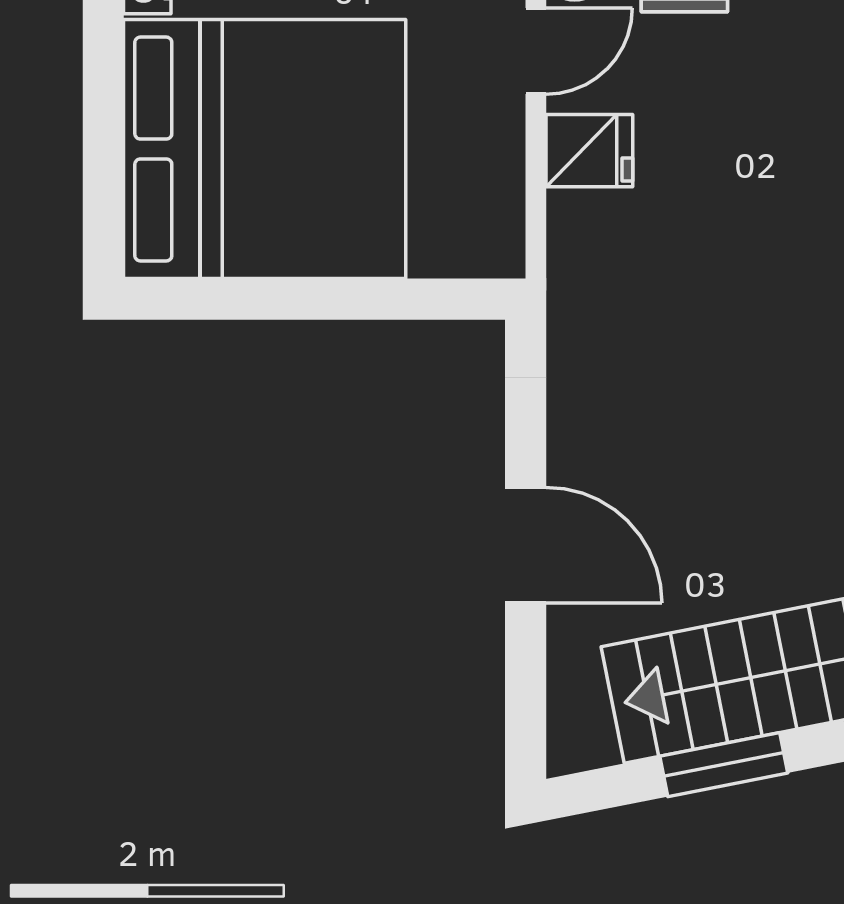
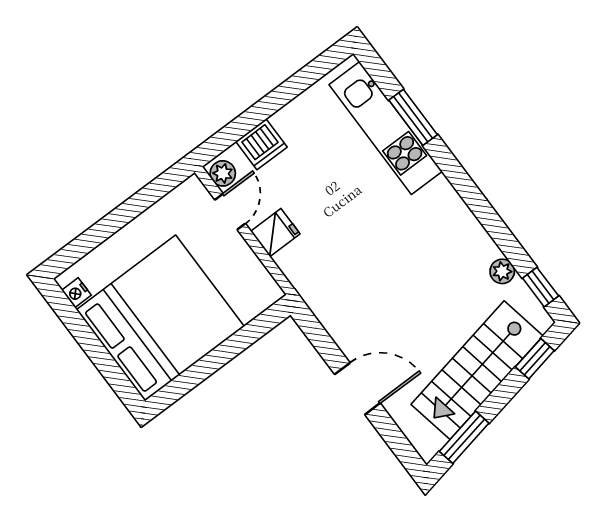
window: (724, 765) -> (464, 437), moved

